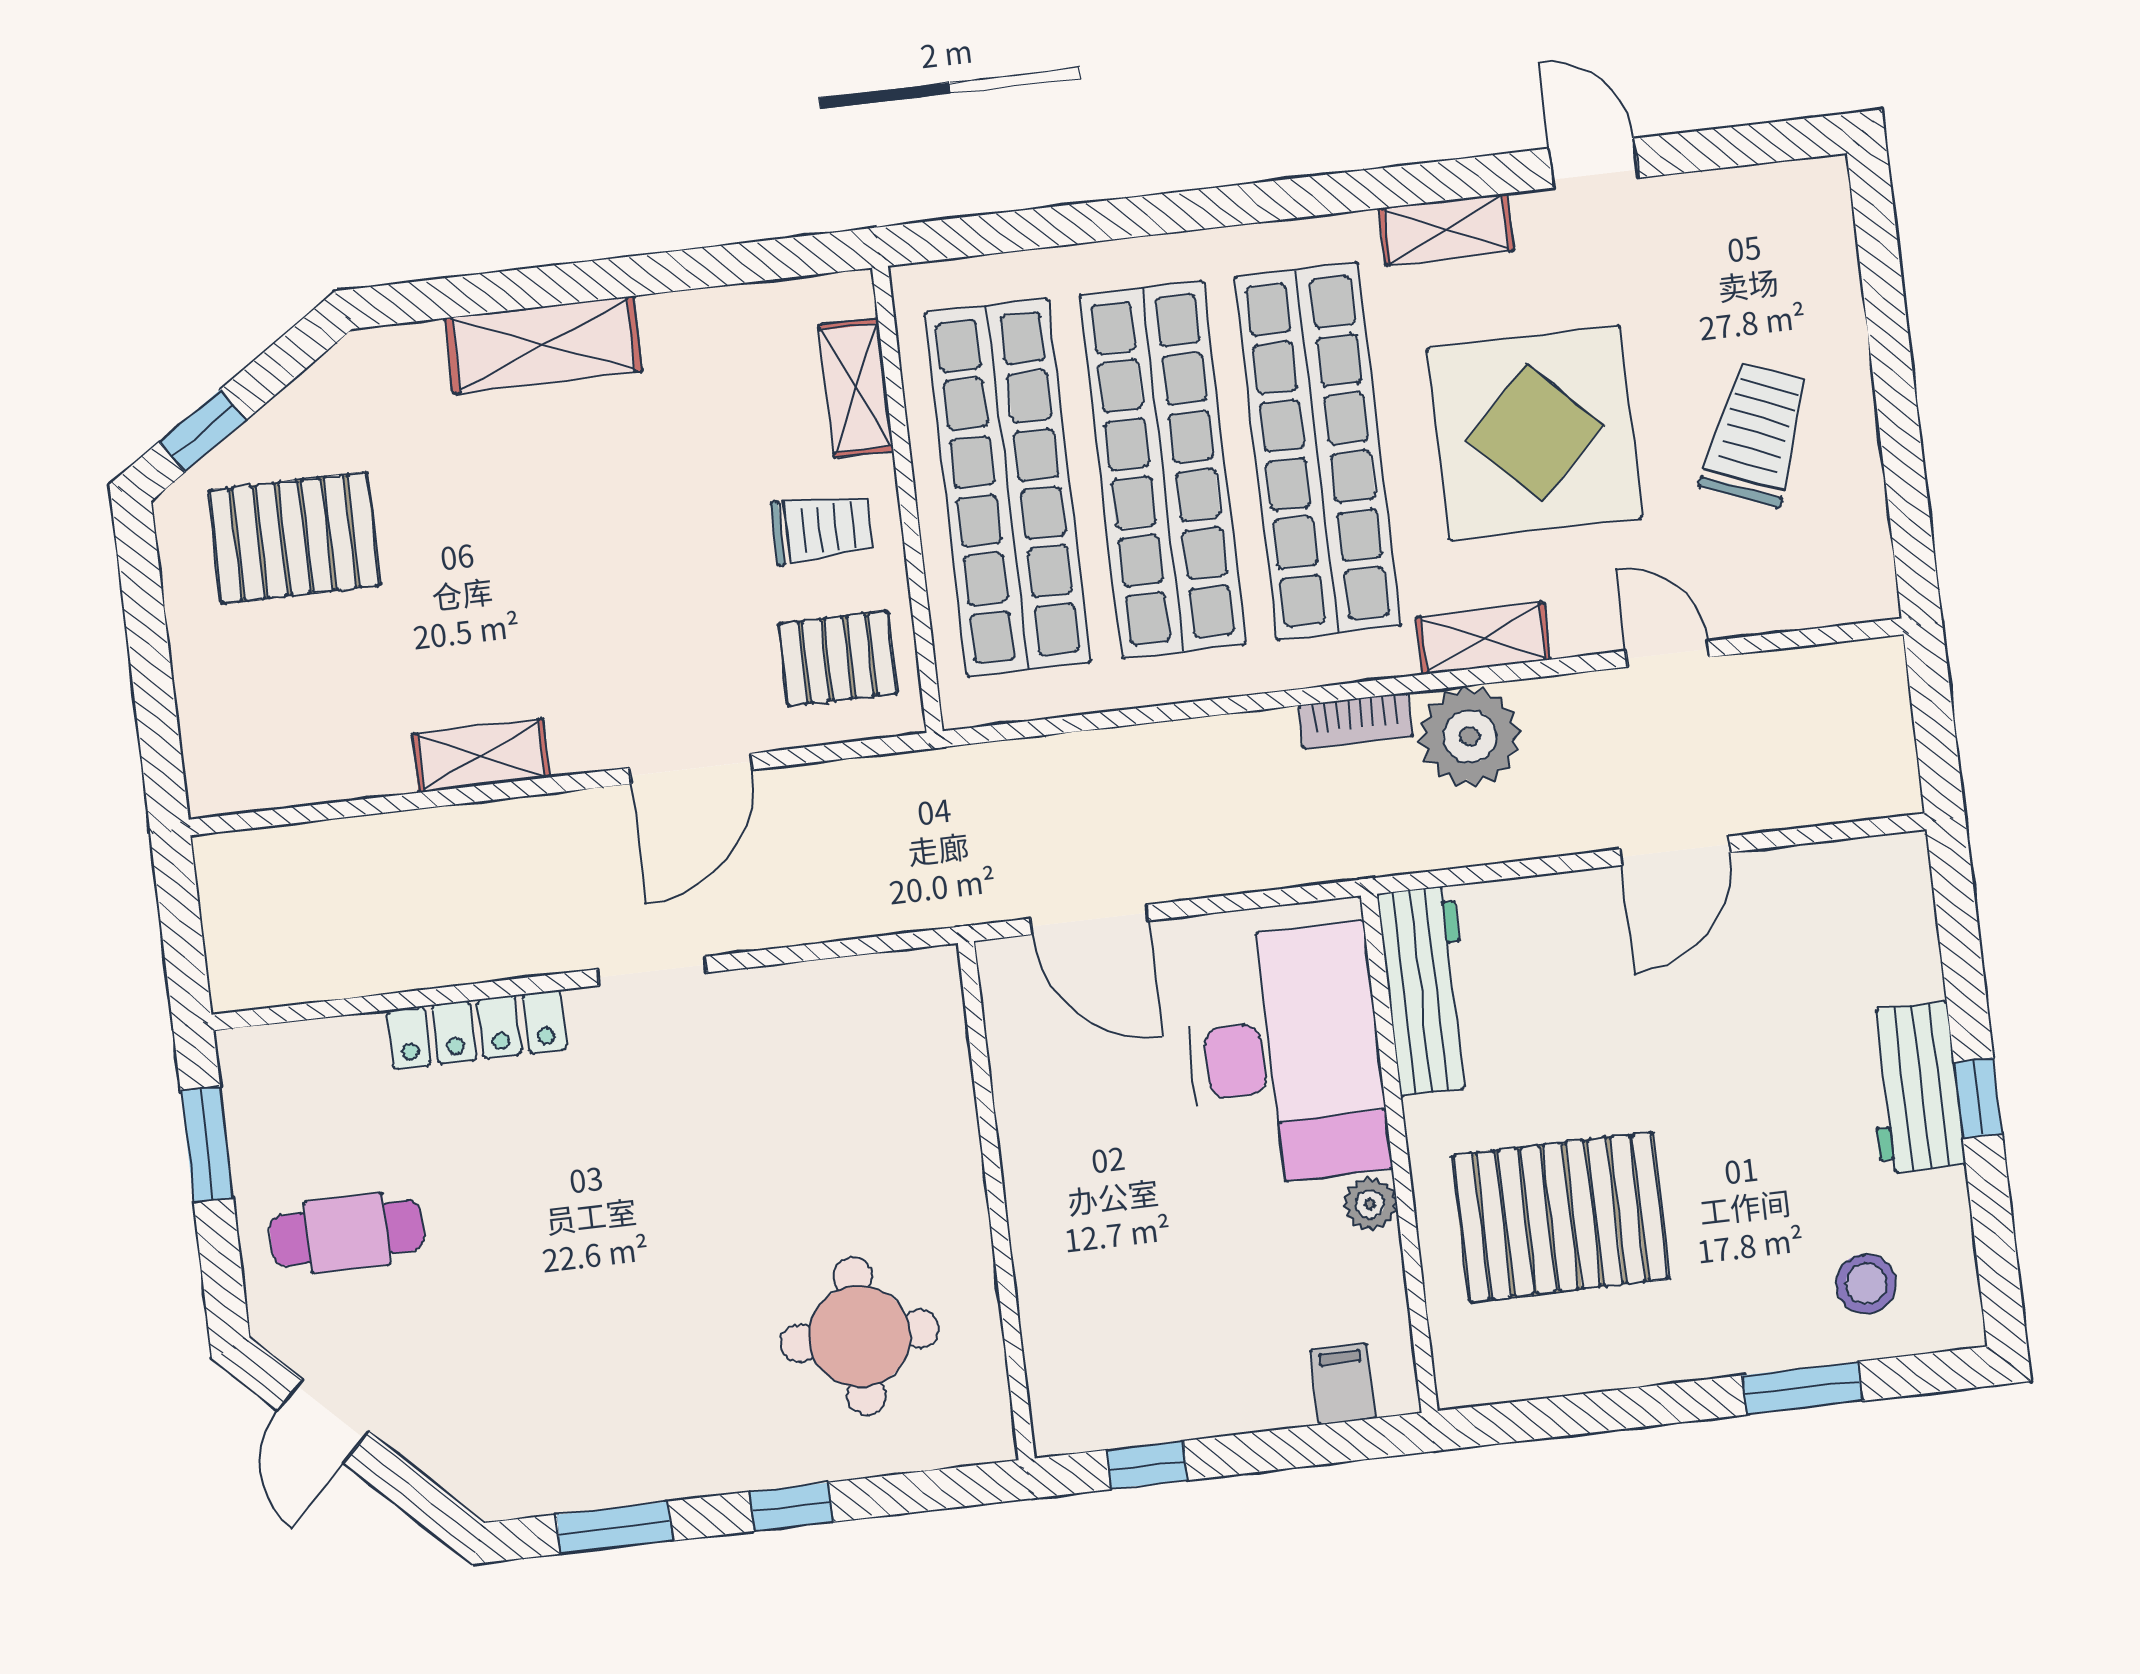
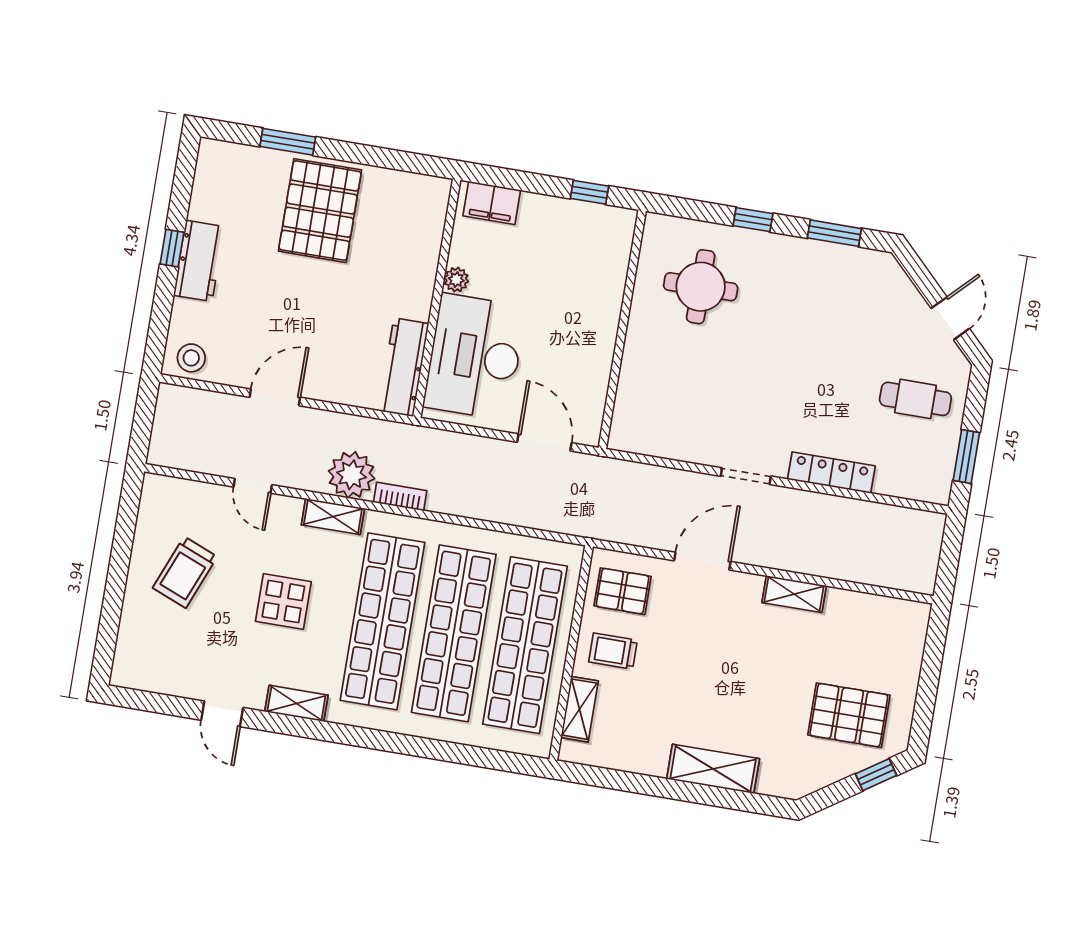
display table: (1535, 433) -> (283, 601), width x0.54, depth x0.54
pallet: (1561, 1217) -> (320, 211), moved, turned 90
stool: (1866, 1284) -> (191, 358), moved
filing cabinet: (1343, 1384) -> (492, 203), width x2.00

